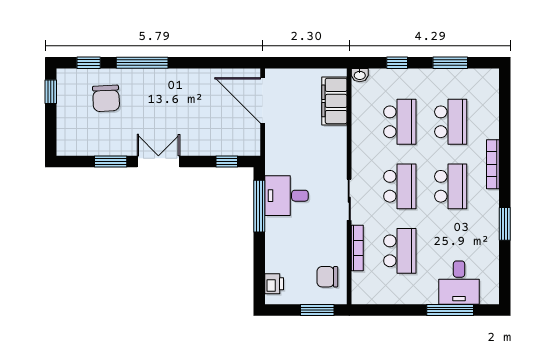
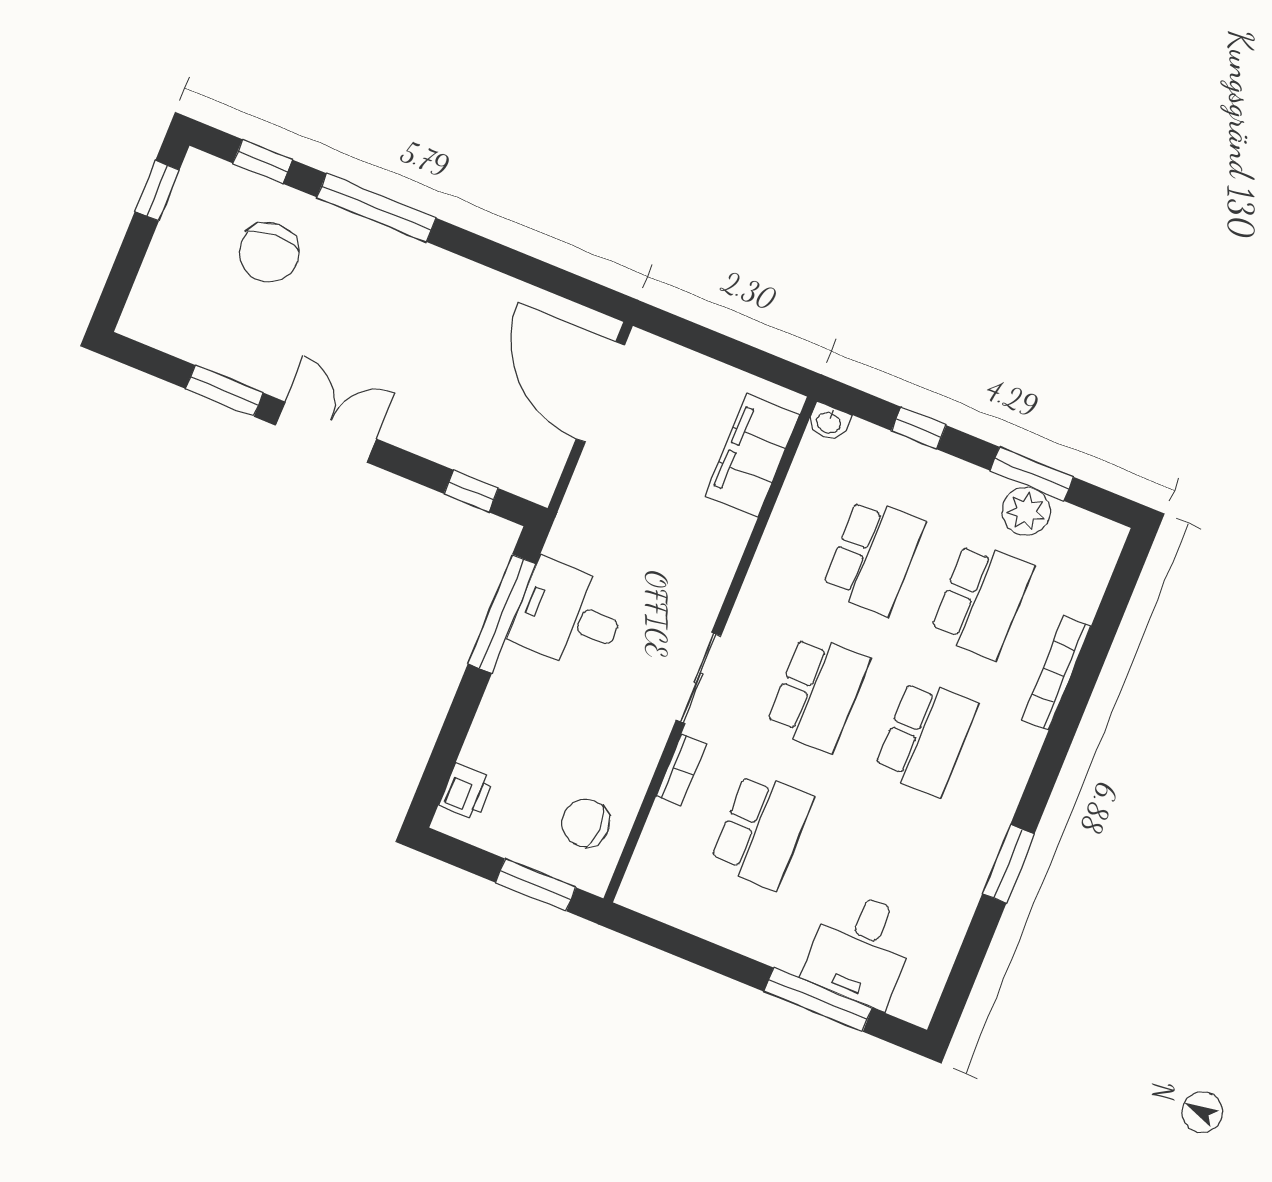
plant: (454, 79) -> (1026, 511), added
bookcase: (493, 164) -> (1056, 673), moved
bookcase: (357, 248) -> (681, 770), width x0.64

